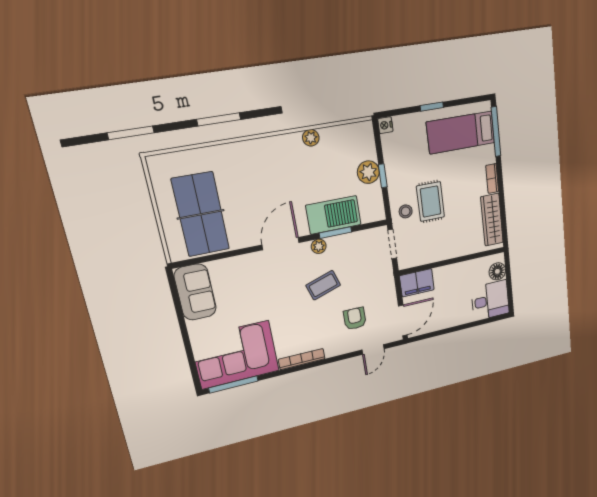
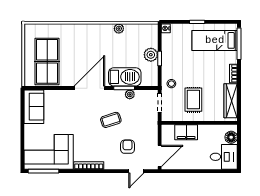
rug: (430, 202) -> (193, 100), moved
door: (281, 244) -> (89, 88), width x1.36
plant: (319, 246) -> (130, 94), moved
filing cabinet: (417, 283) -> (186, 132), moved

